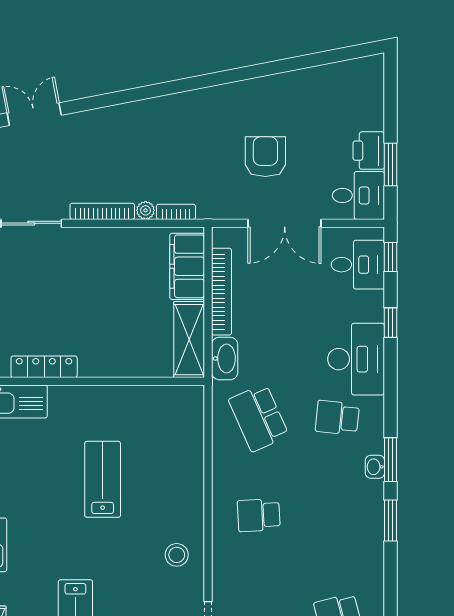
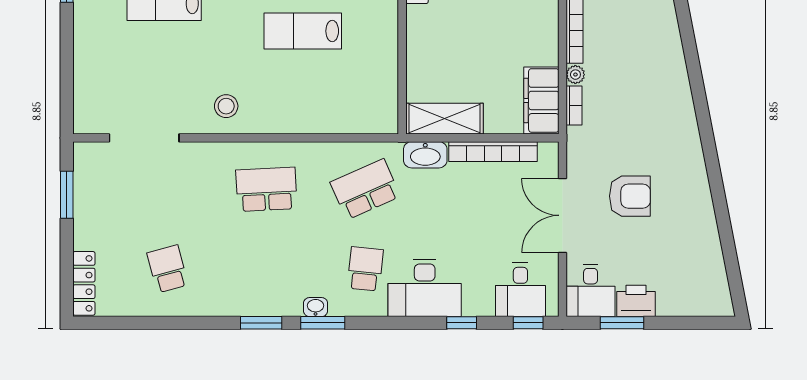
filing cabinet: (187, 266) -> (541, 100), moved, turned -90
lab bench: (103, 479) -> (303, 31), turned 180
school desk: (259, 515) -> (266, 189), width x1.85

